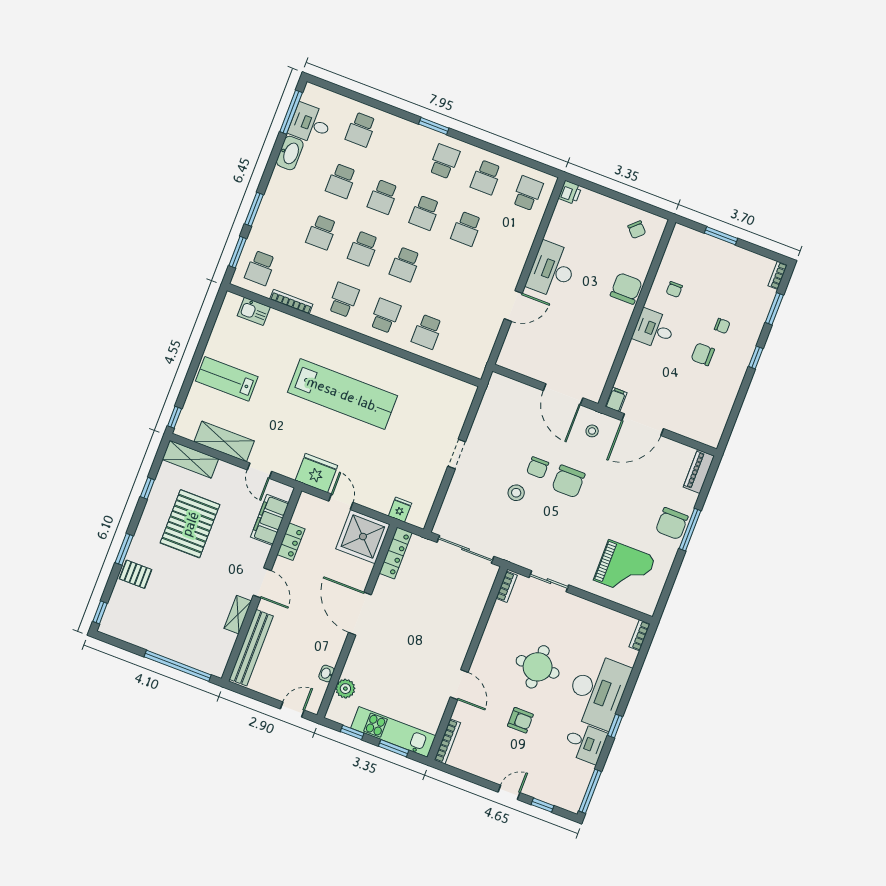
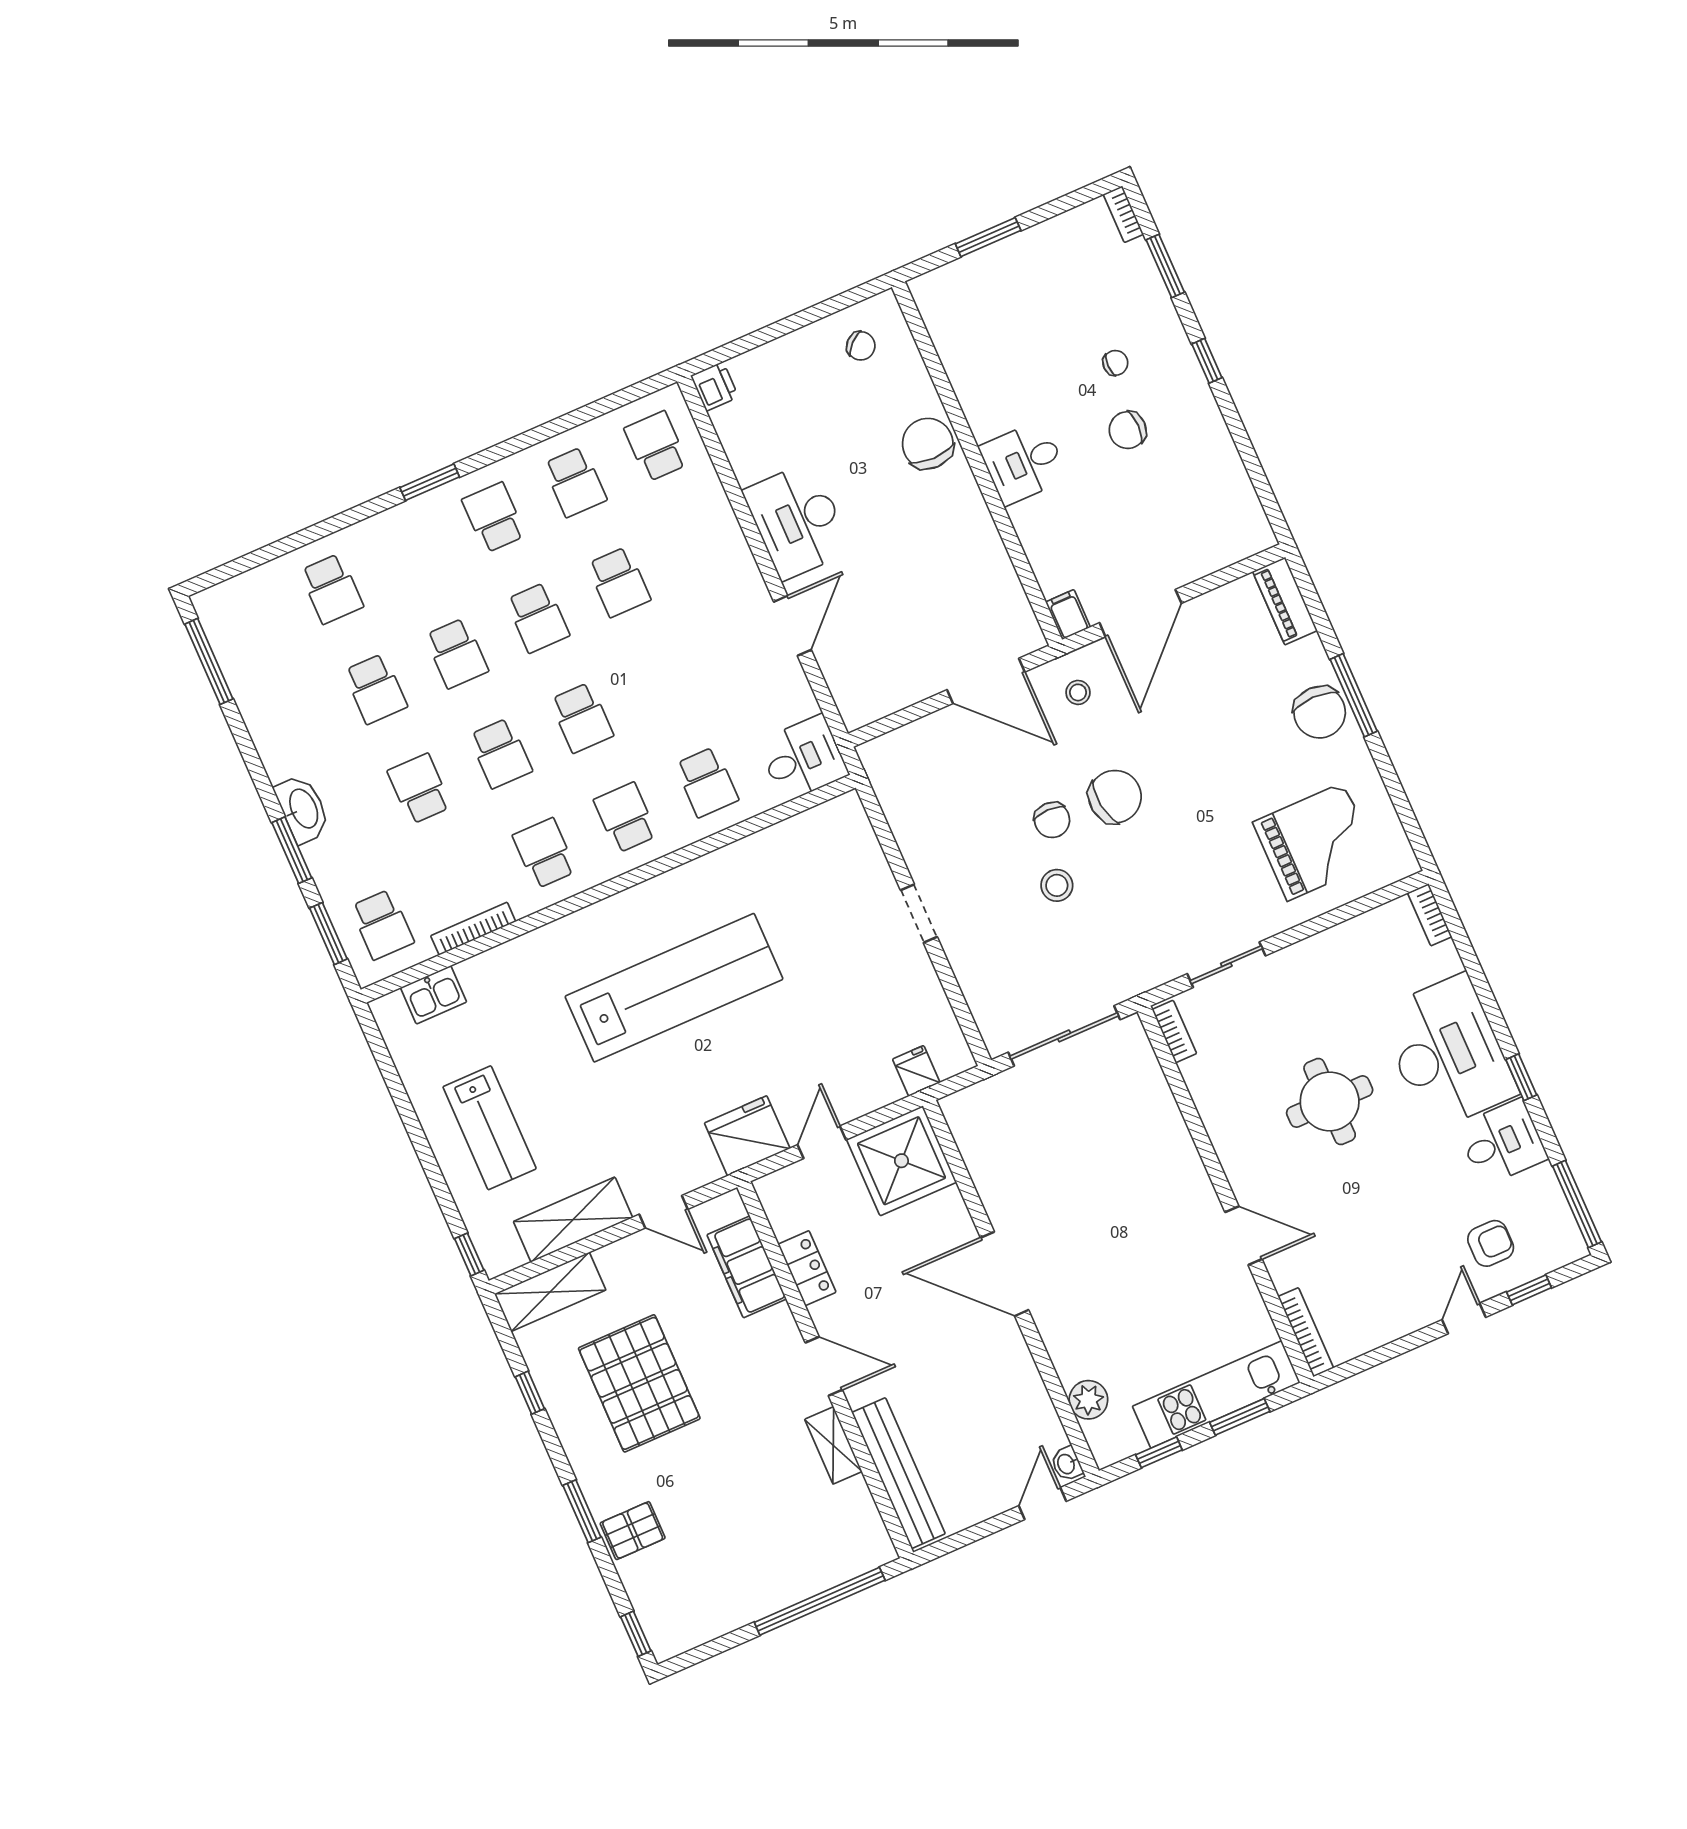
desk: (310, 124) -> (803, 758), moved, turned 180
washbasin: (290, 153) -> (303, 809), moved
school desk: (322, 232) -> (419, 789), turned 180
chair: (674, 289) -> (997, 378), removed
lab bench: (227, 379) -> (490, 1128), turned -90
chair: (568, 481) -> (1115, 797), turned -98
door: (341, 502) -> (822, 1142), hinge flipped
locker: (396, 553) -> (970, 1138), removed
washbasin: (327, 673) -> (1067, 1464), moved
armchair: (520, 720) -> (1491, 1243), moved

